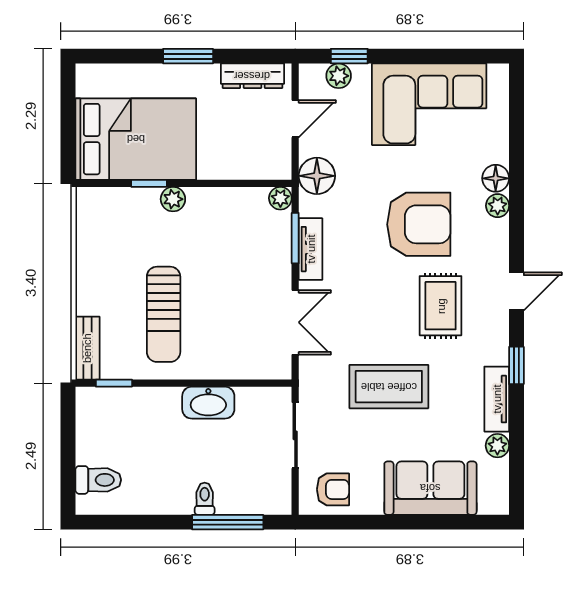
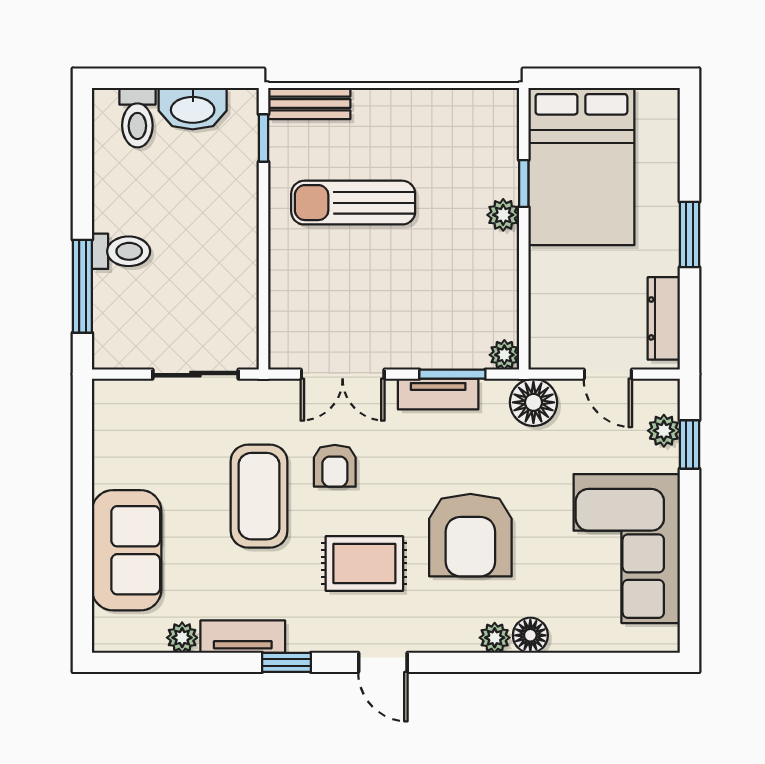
washbasin: (208, 403) -> (193, 109), moved, turned -90
armchair: (333, 489) -> (335, 466), moved
toilet: (205, 499) -> (121, 251), width x1.37, depth x1.39

